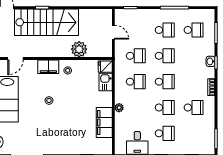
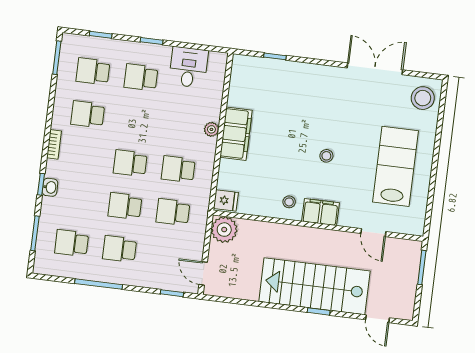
door: (113, 32) -> (203, 273), moved
plant: (79, 49) -> (224, 230), moved
door: (15, 58) -> (373, 233), swing flipped
kitchen sink: (106, 82) -> (228, 175), removed
school desk: (165, 107) -> (93, 71), moved
filing cabinet: (104, 123) -> (236, 134), moved

